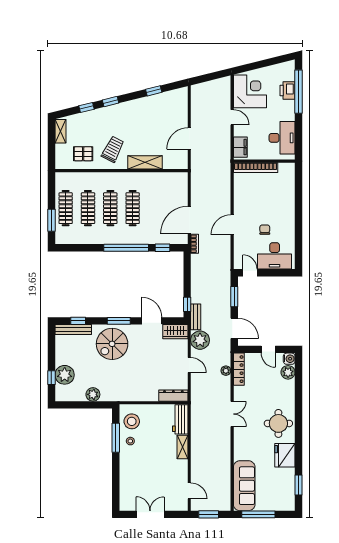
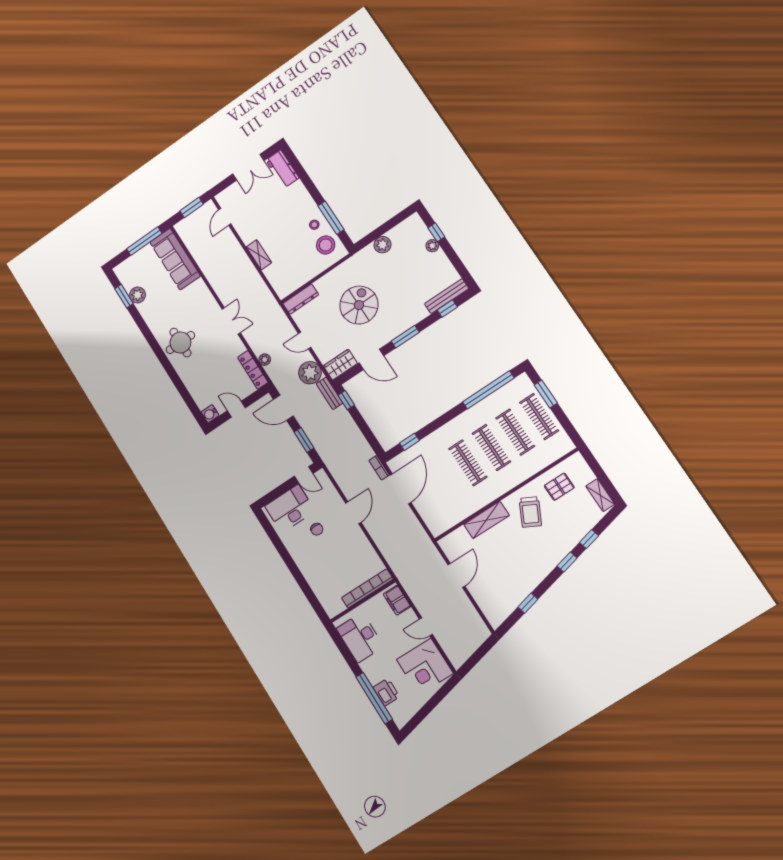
window: (126, 248) -> (488, 390), moved
spiral stairs: (112, 344) -> (359, 305), moved
plant: (288, 372) -> (138, 295), moved
plant: (65, 375) -> (432, 246), width x0.53, depth x0.53
double door: (232, 414) -> (231, 321), swing flipped
workbench: (180, 419) -> (282, 169), moved, turned 180
fridge: (285, 455) -> (155, 316), removed
door: (189, 491) -> (225, 217), hinge flipped

